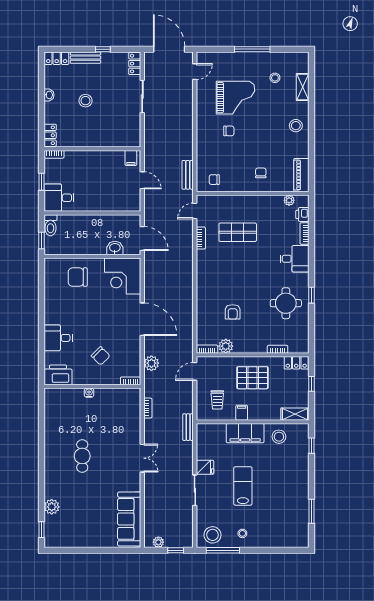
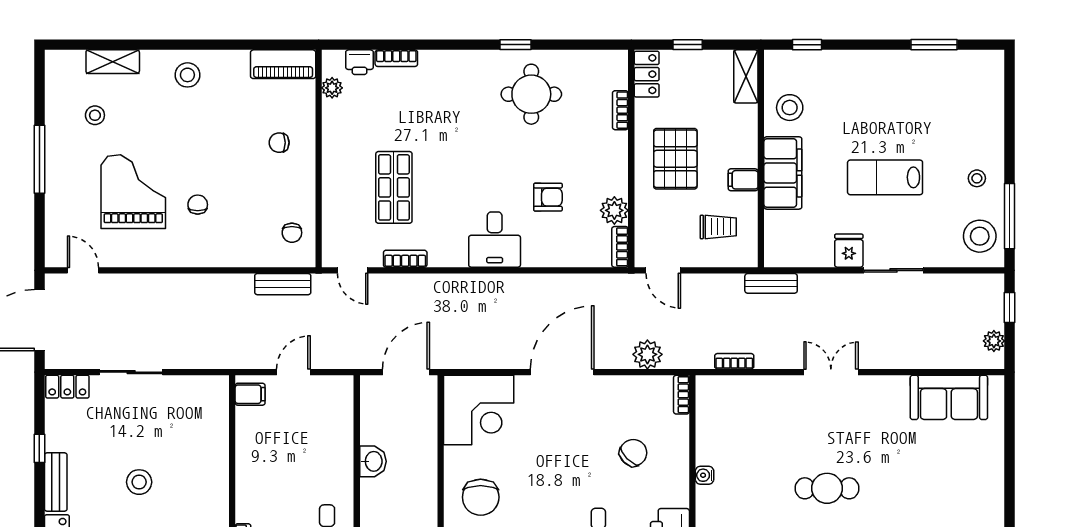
washbasin: (115, 248) -> (373, 461), moved, turned 180
desk: (294, 259) -> (495, 240), moved, turned 180
sofa: (129, 519) -> (949, 397), width x0.73

